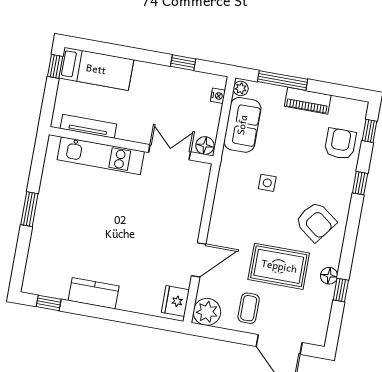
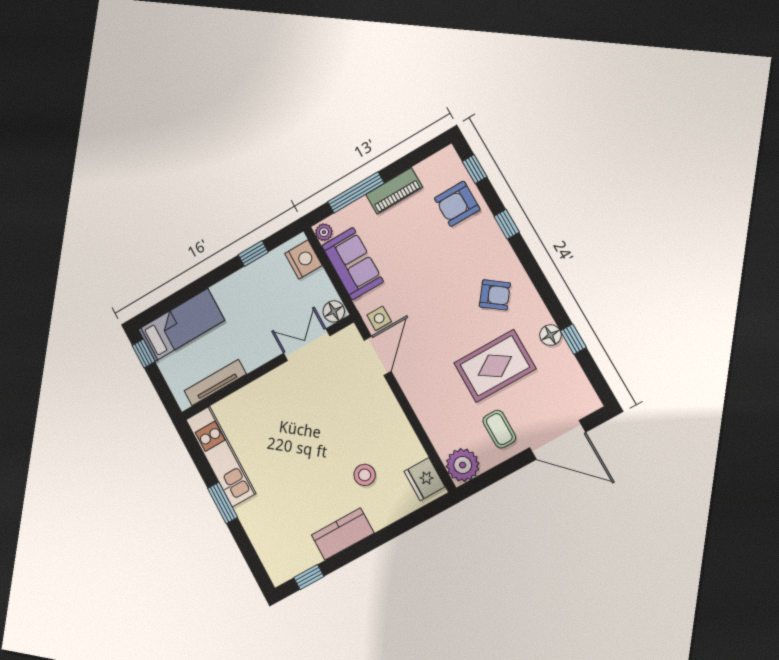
nightstand: (218, 96) -> (303, 259), width x1.89, depth x1.79
armchair: (340, 144) -> (457, 204), turned -90
kitchen unit: (101, 156) -> (221, 456), moved, turned -90
side table: (267, 183) -> (379, 318), moved
armchair: (316, 222) -> (495, 295), width x0.72, depth x0.72
door: (199, 260) -> (378, 356), moved
stool: (139, 267) -> (365, 475), added

